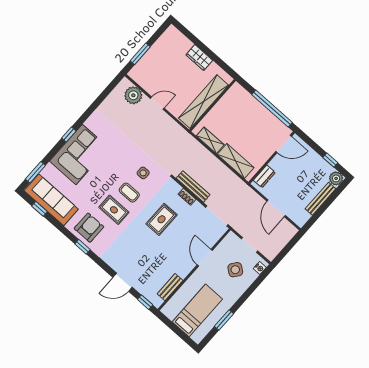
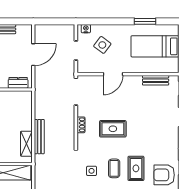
shelving: (236, 161) -> (25, 113), removed
bench: (193, 186) -> (39, 137), moved

